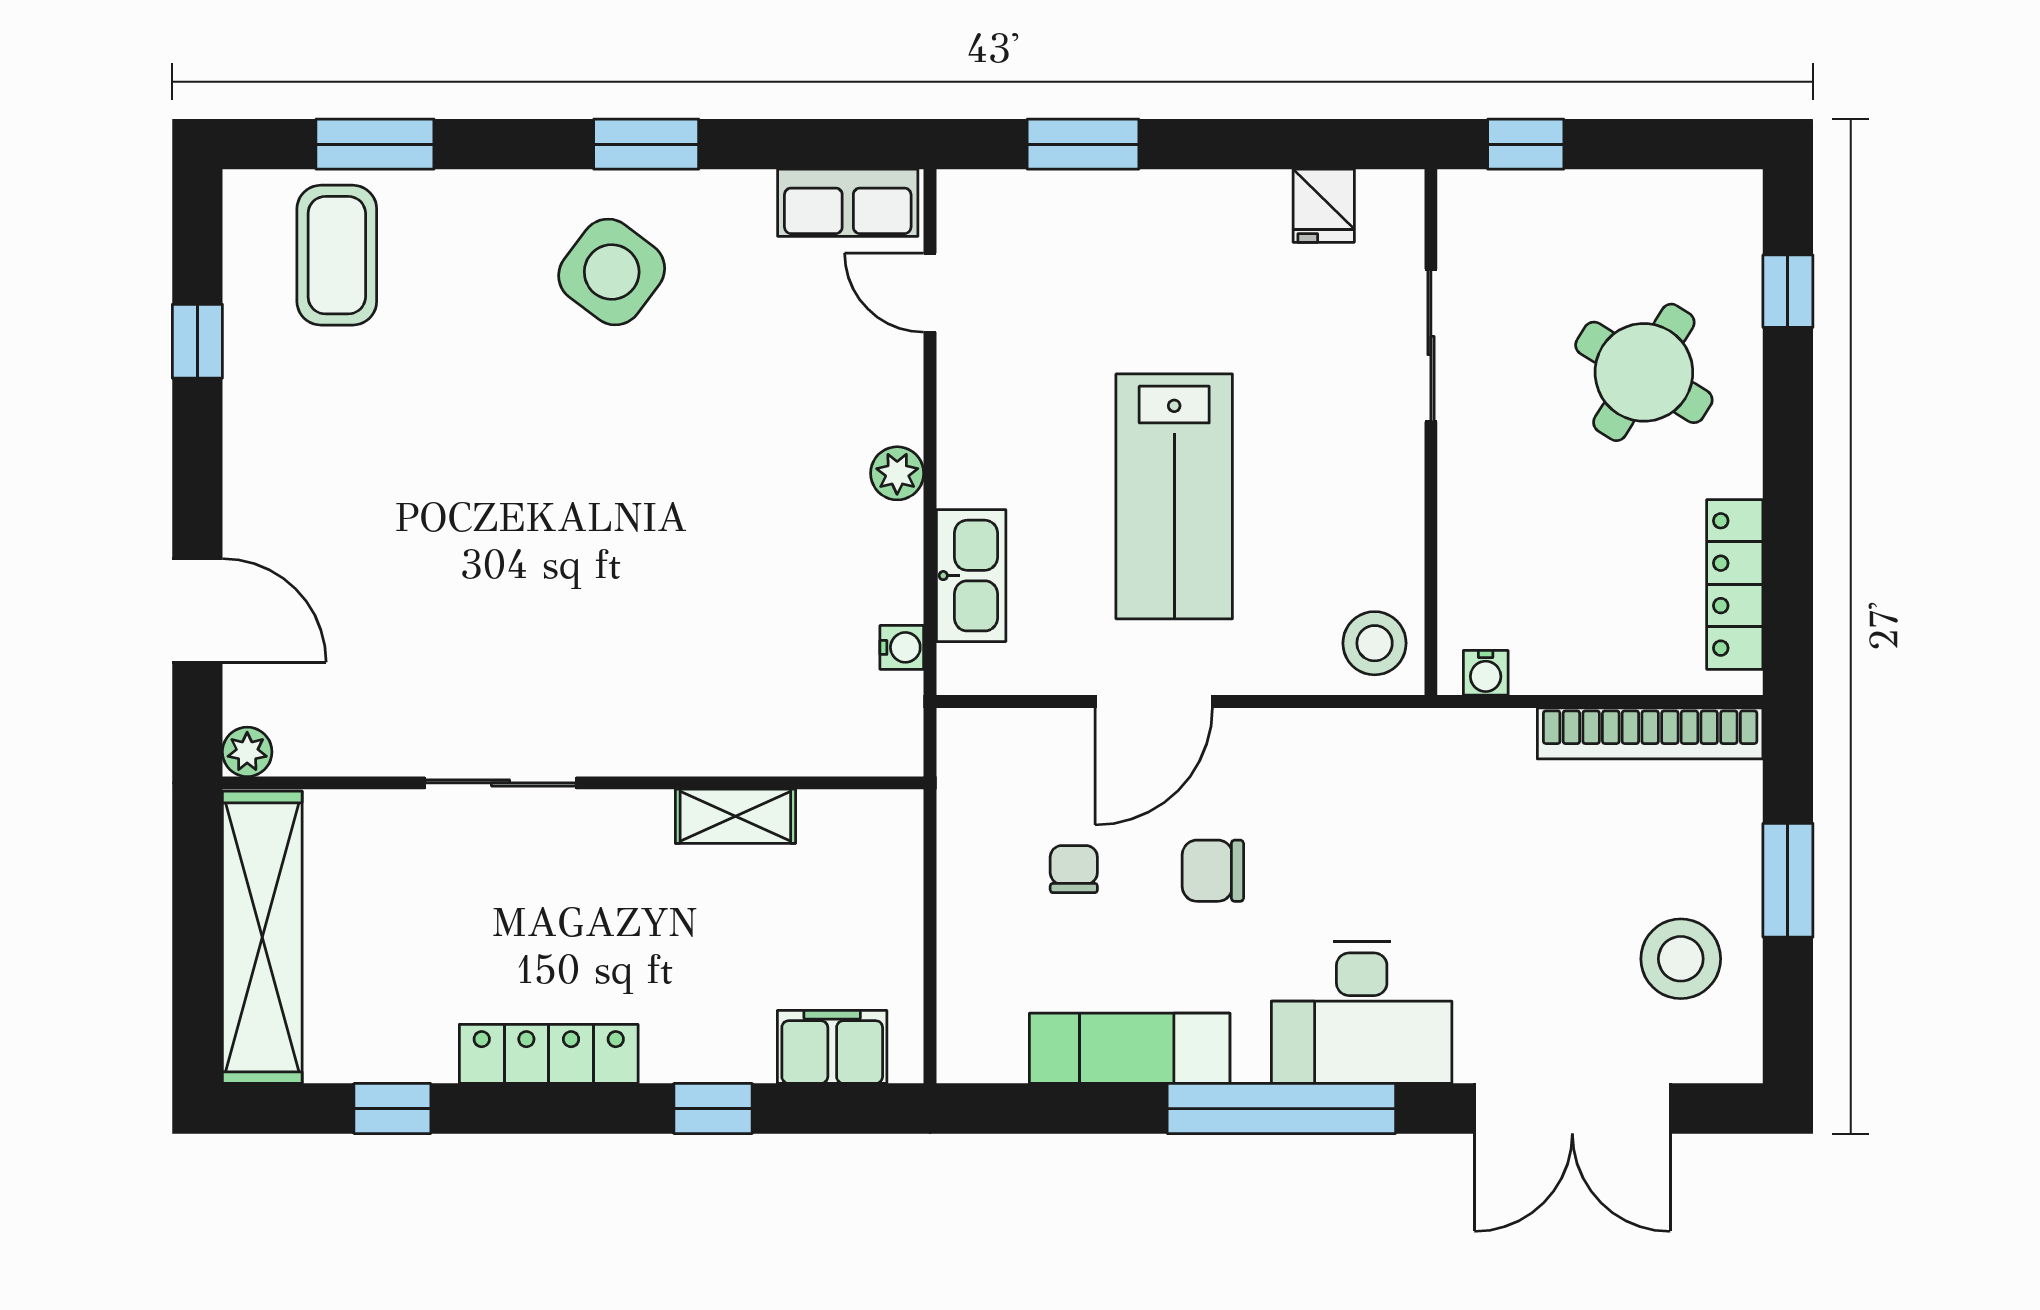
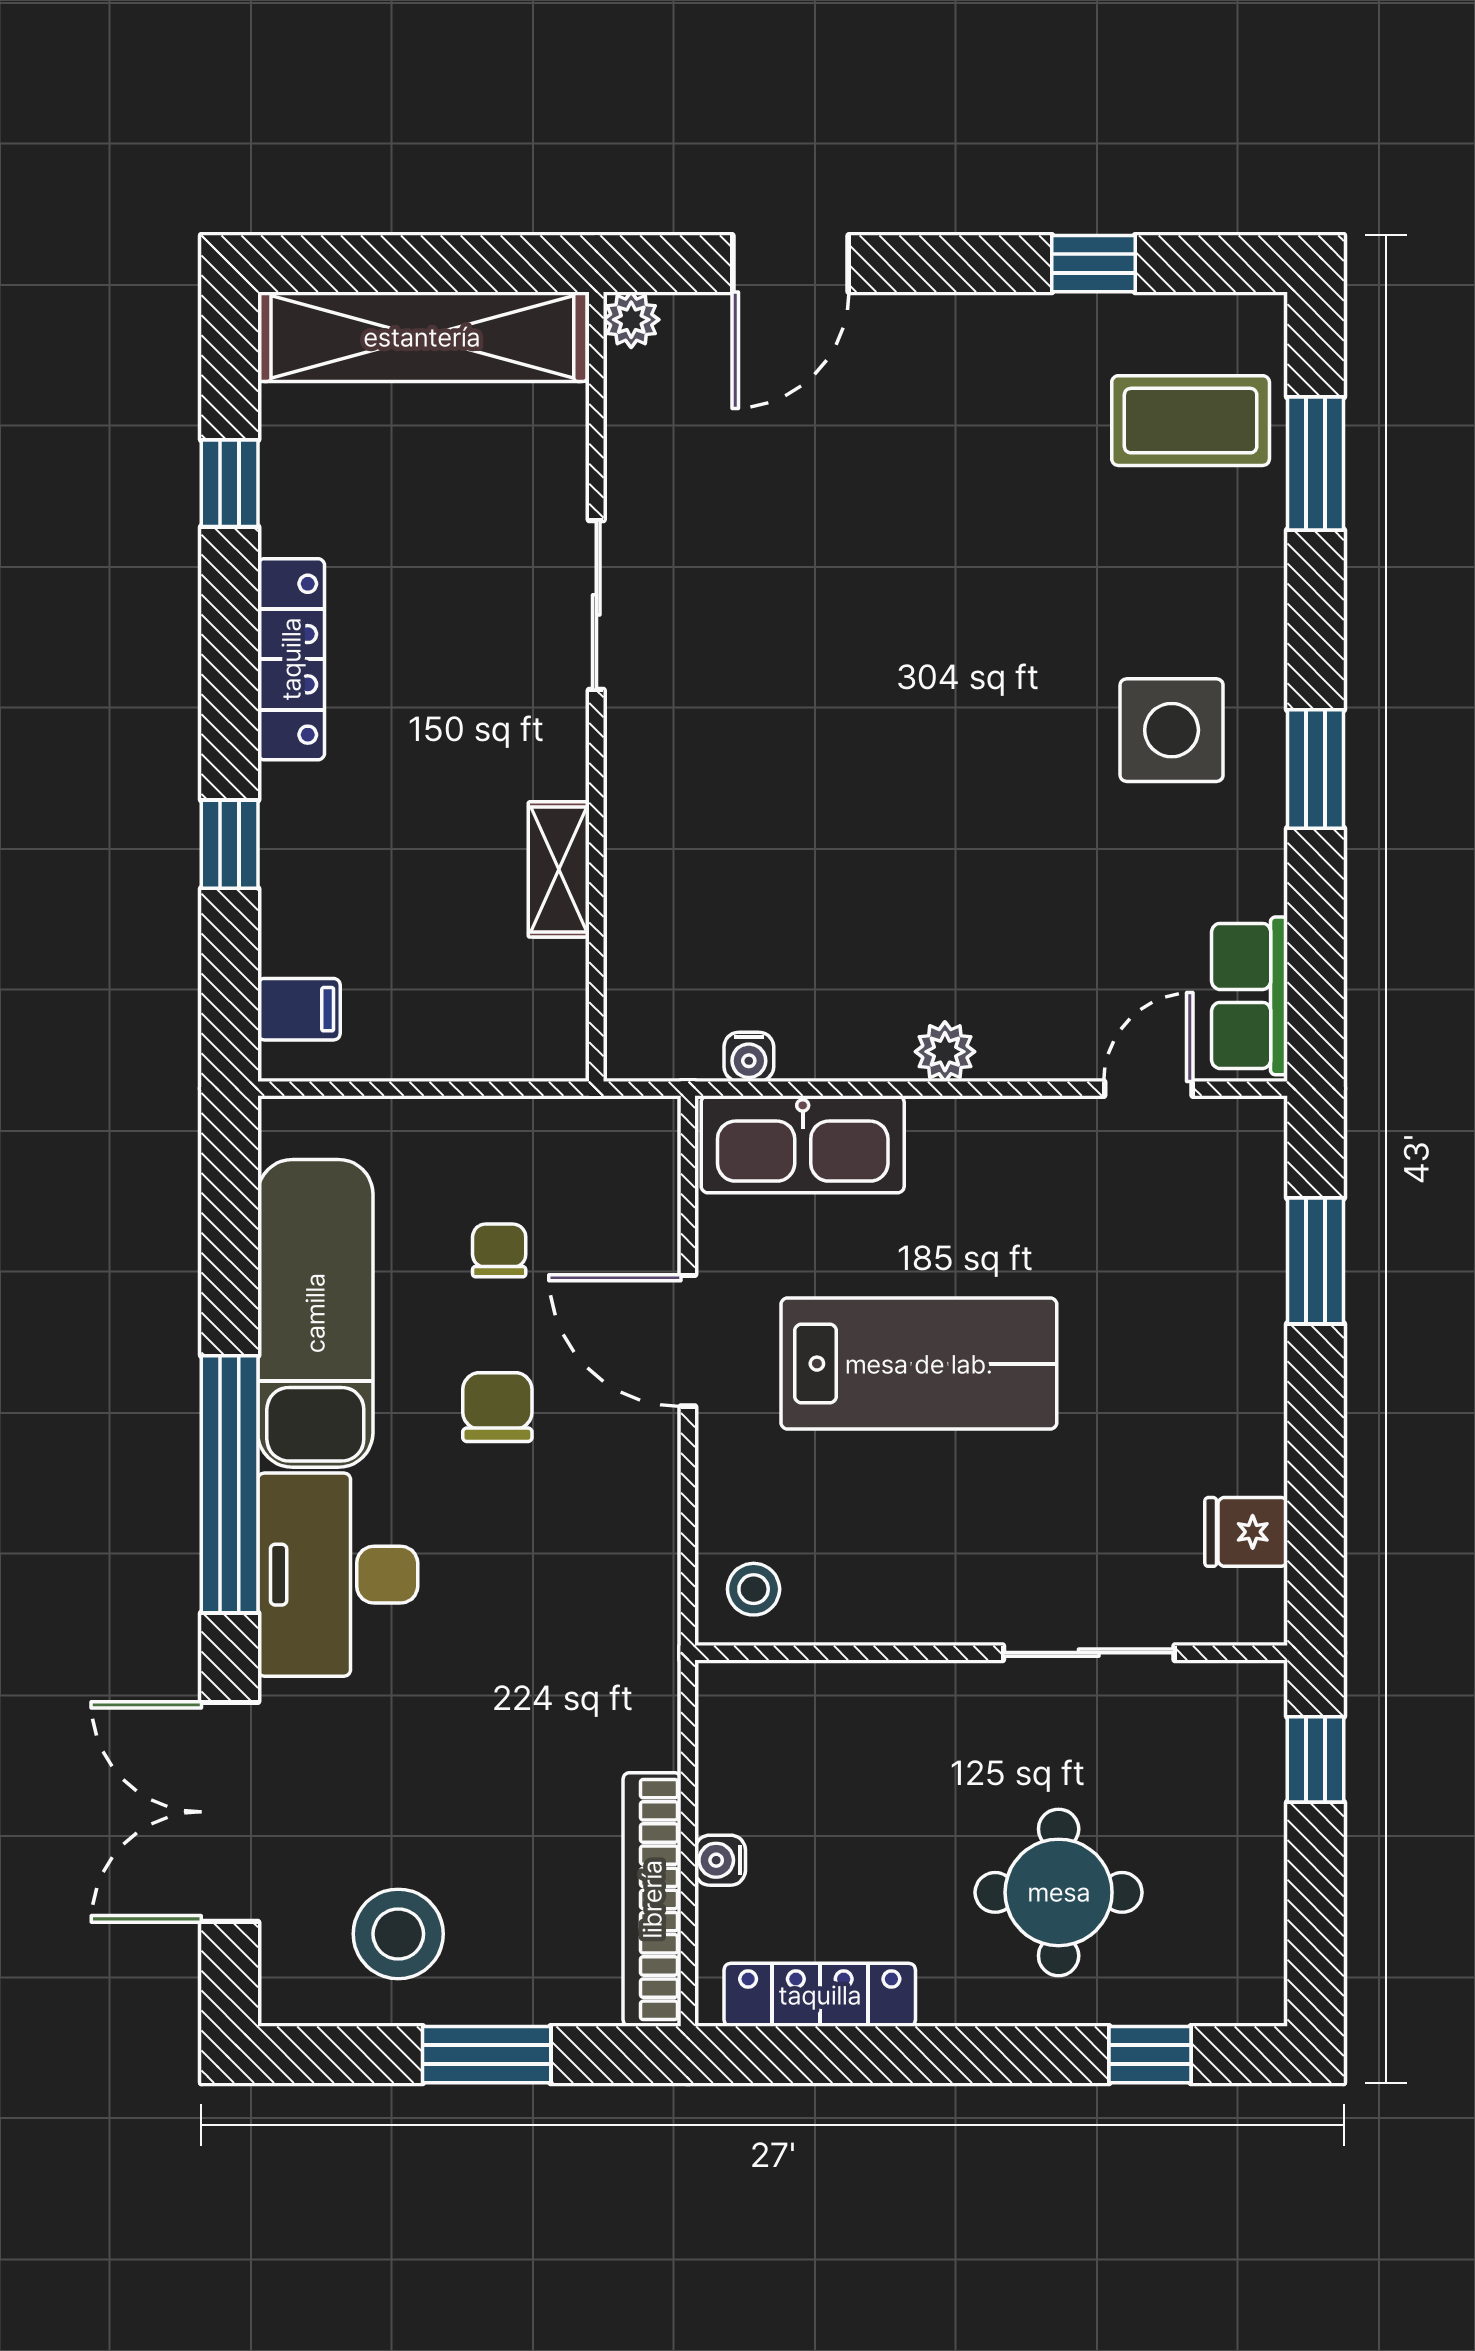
side table: (612, 272) -> (1172, 730), turned -37
round table: (1644, 372) -> (1059, 1892), turned -32
lab bench: (1174, 496) -> (919, 1364), turned 180
kitchen sink: (971, 576) -> (803, 1144), width x1.36, depth x1.24
stool: (1375, 643) -> (754, 1589), width x0.73, depth x0.73
water cooler: (1486, 673) -> (720, 1860), moved
chair: (1074, 869) -> (499, 1250), turned -90
filing cabinet: (832, 1047) -> (299, 1009), width x0.50
exam couch: (1130, 1048) -> (315, 1313), width x1.36, depth x1.45

